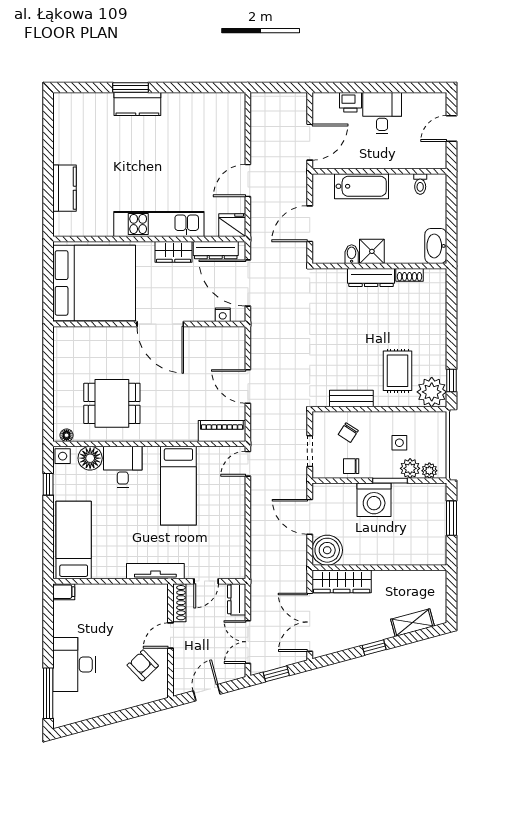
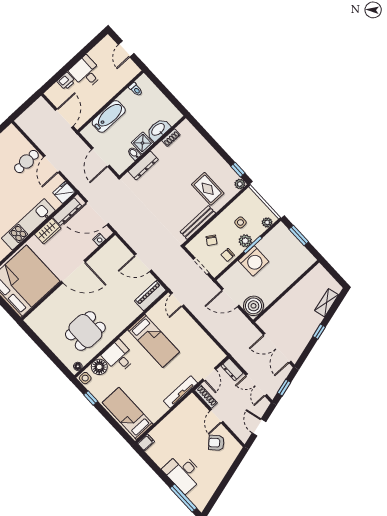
cafe table: (222, 151) -> (26, 162), added
washbasin: (436, 246) -> (158, 130), moved, turned 90
dresser: (371, 277) -> (143, 166), moved
plant: (432, 392) -> (240, 184), width x0.53, depth x0.53
bench: (351, 398) -> (198, 222), width x1.36
plant: (410, 468) -> (245, 241), moved
wardrobe: (342, 581) -> (274, 314), removed

